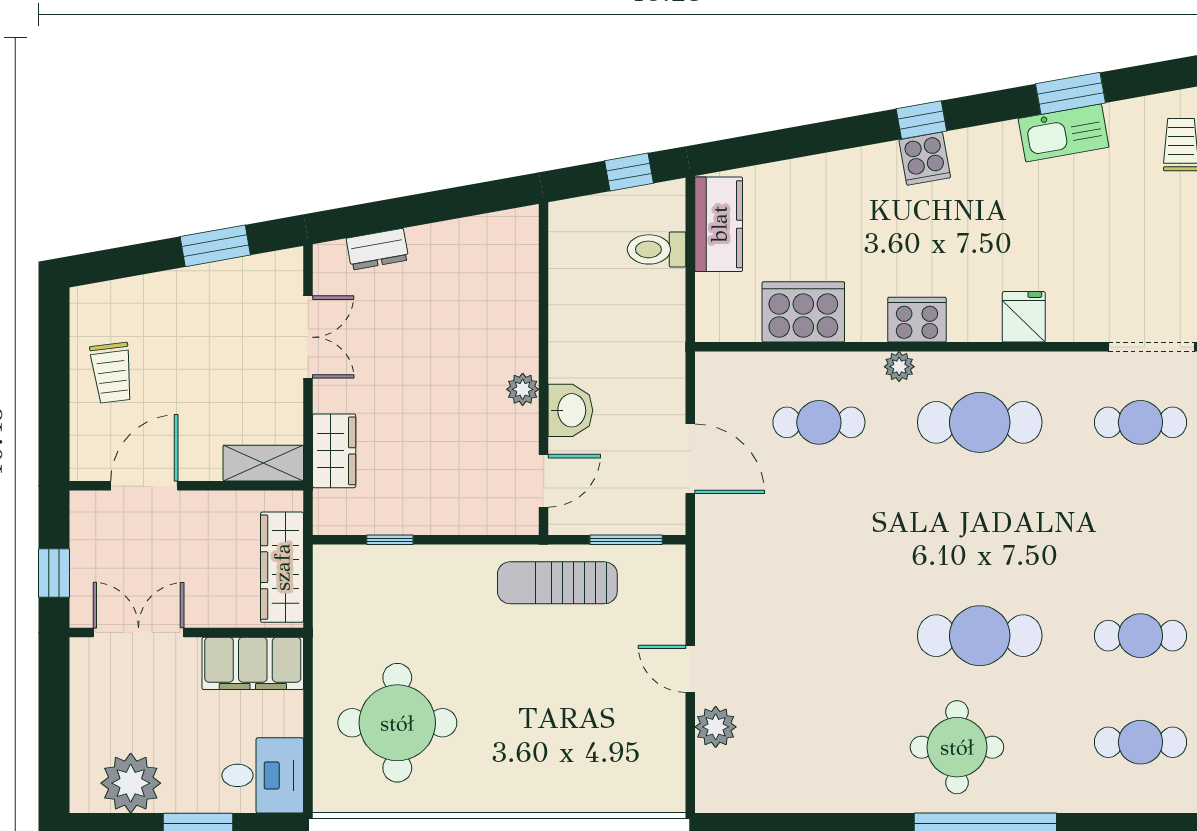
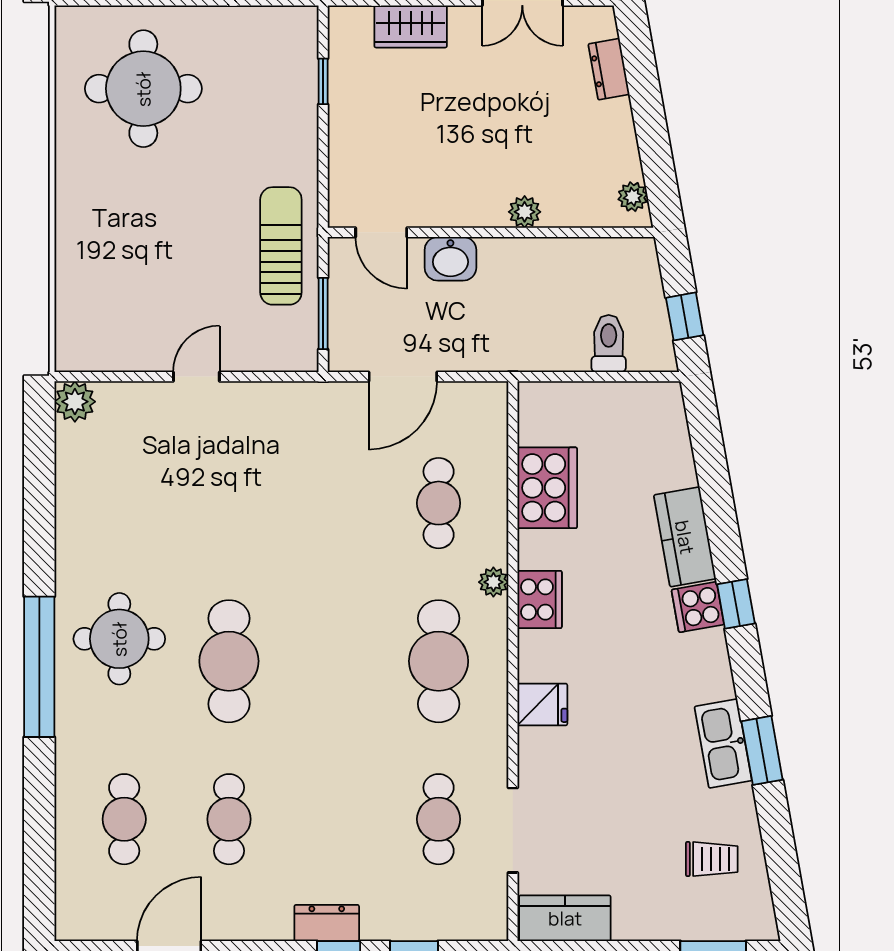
kitchen counter: (719, 224) -> (685, 537), moved, turned 80
plant: (507, 225) -> (633, 197), added
plant: (523, 389) -> (525, 212), moved
plant: (716, 727) -> (75, 402), moved

